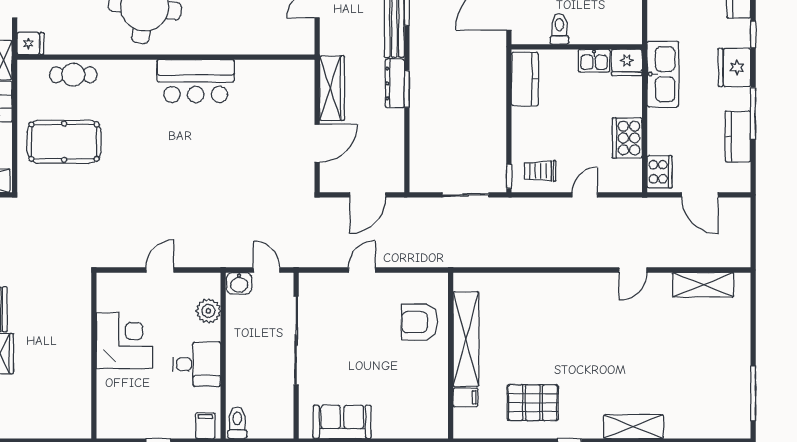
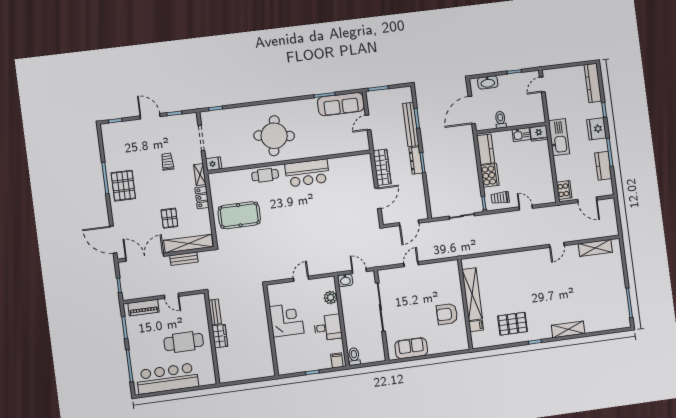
cafe table: (73, 75) -> (265, 175), moved
cooker: (627, 138) -> (490, 175), moved, turned 180
door: (585, 195) -> (526, 208), hinge flipped
armchair: (419, 322) -> (447, 314), moved

